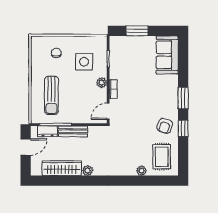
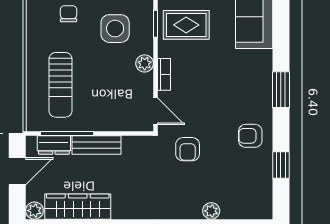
door: (108, 111) -> (155, 111), swing flipped
armchair: (165, 126) -> (250, 136), turned 72
window: (183, 128) -> (281, 165), moved
armchair: (127, 134) -> (188, 149), added
rug: (162, 157) -> (186, 25), moved, turned 90
plant: (88, 171) -> (34, 211), moved

